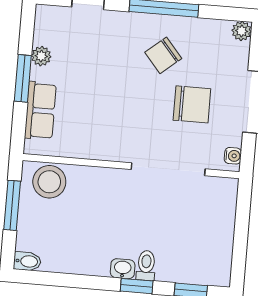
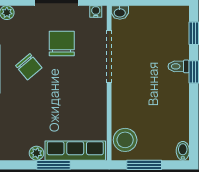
row of seats: (40, 111) -> (75, 151), width x1.48
washbasin: (123, 269) -> (120, 12), moved, turned -90

